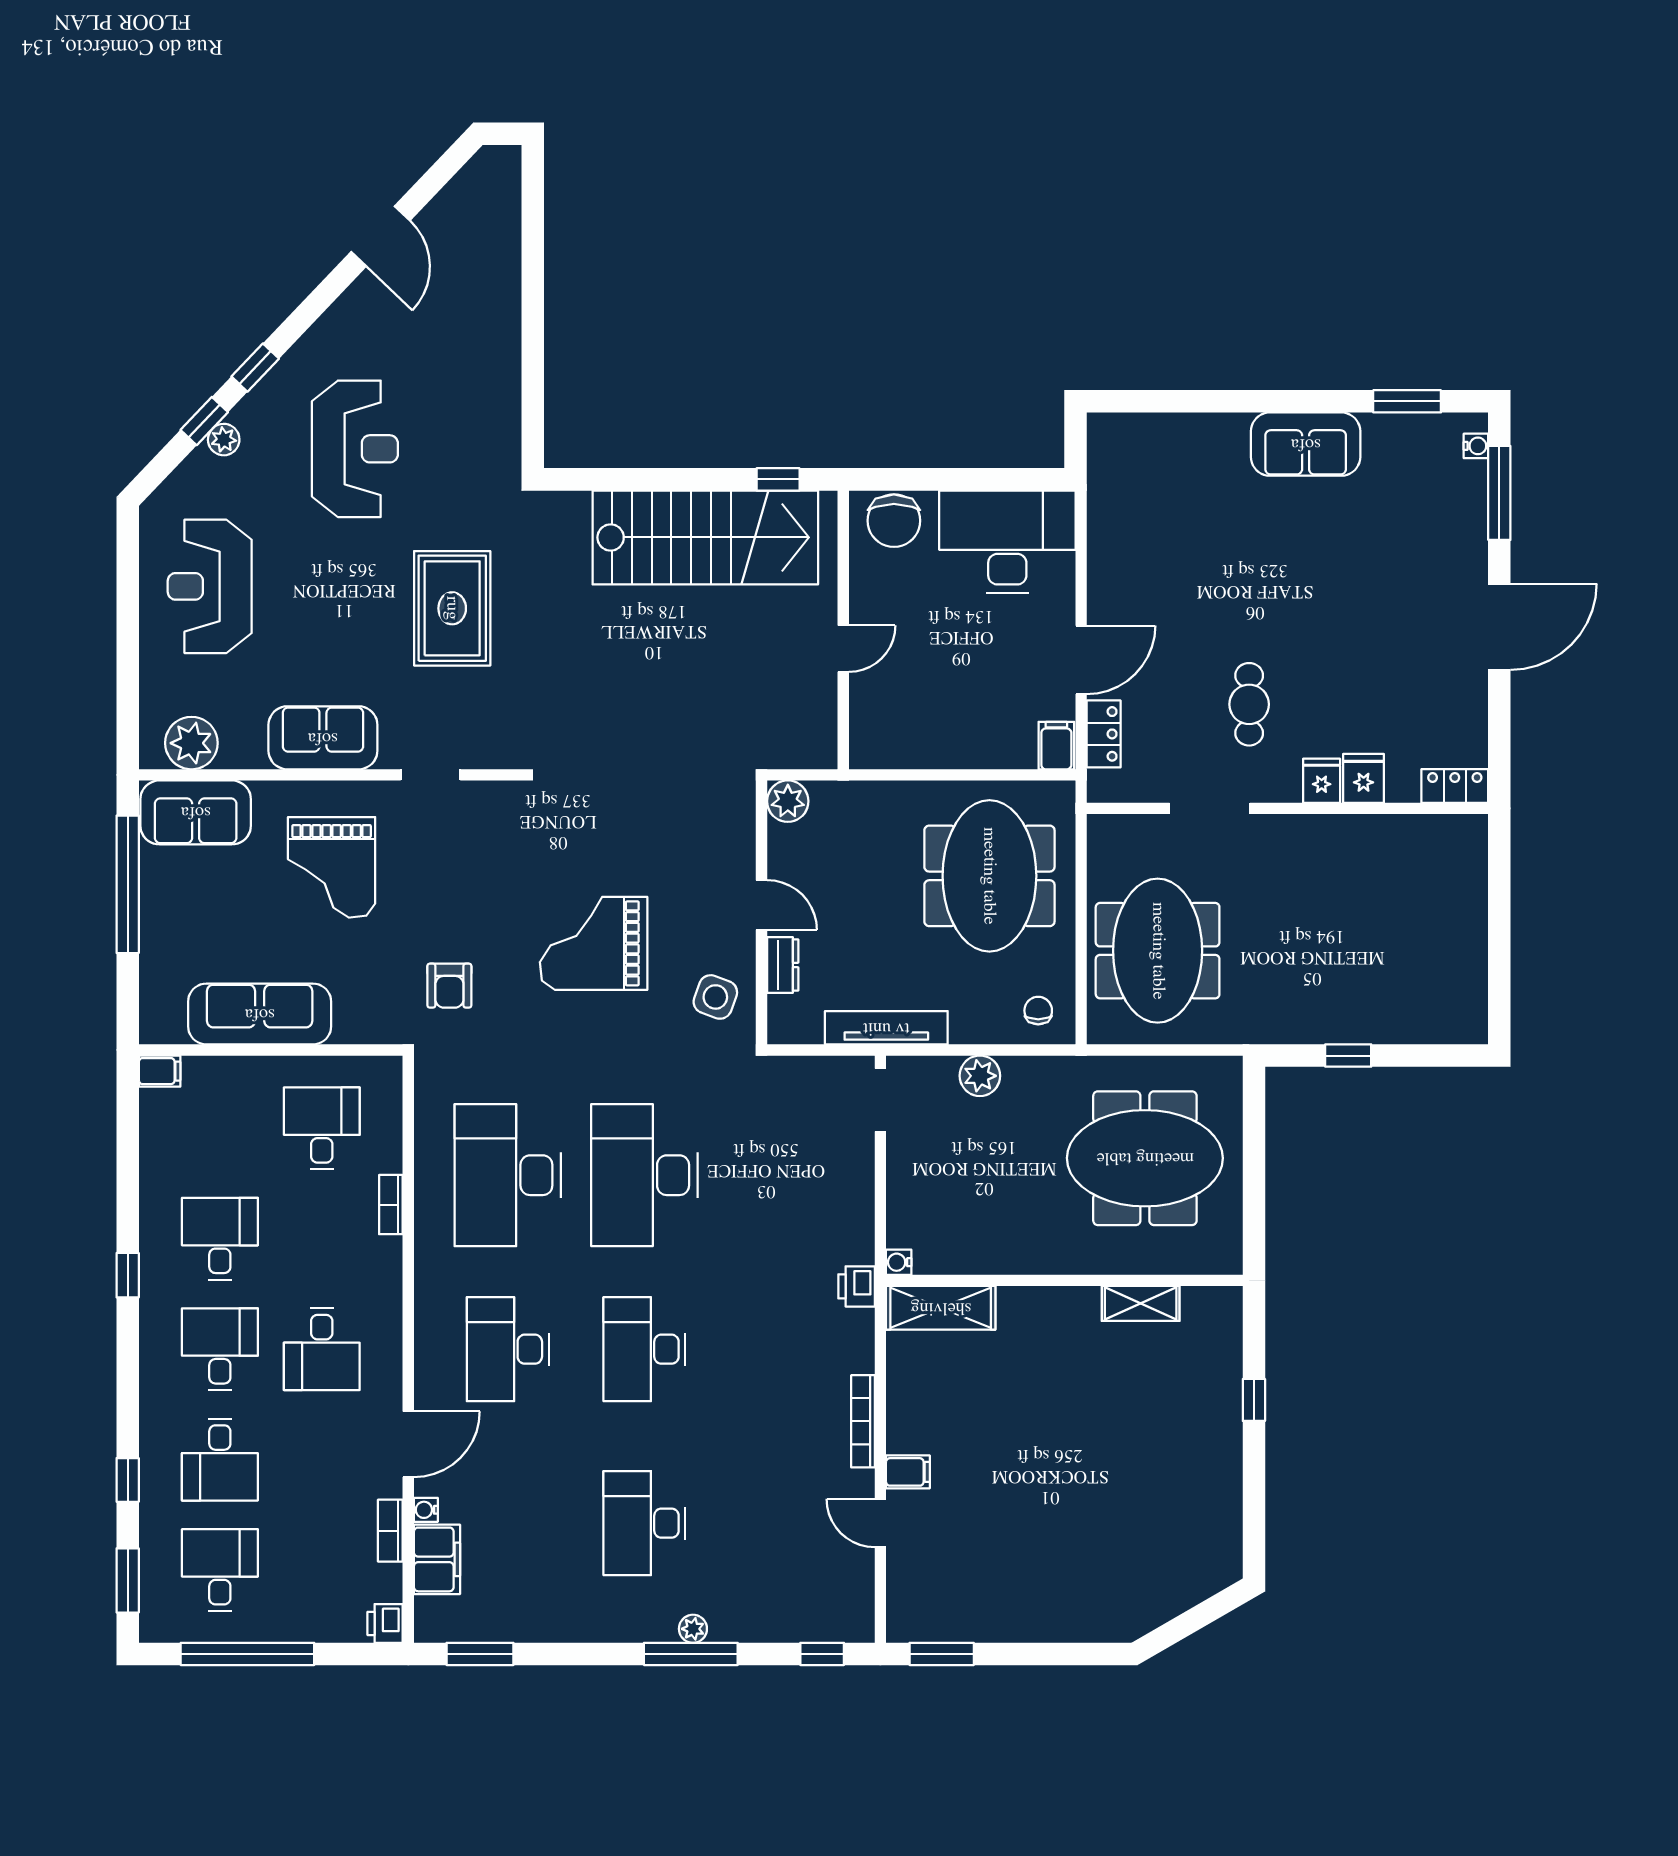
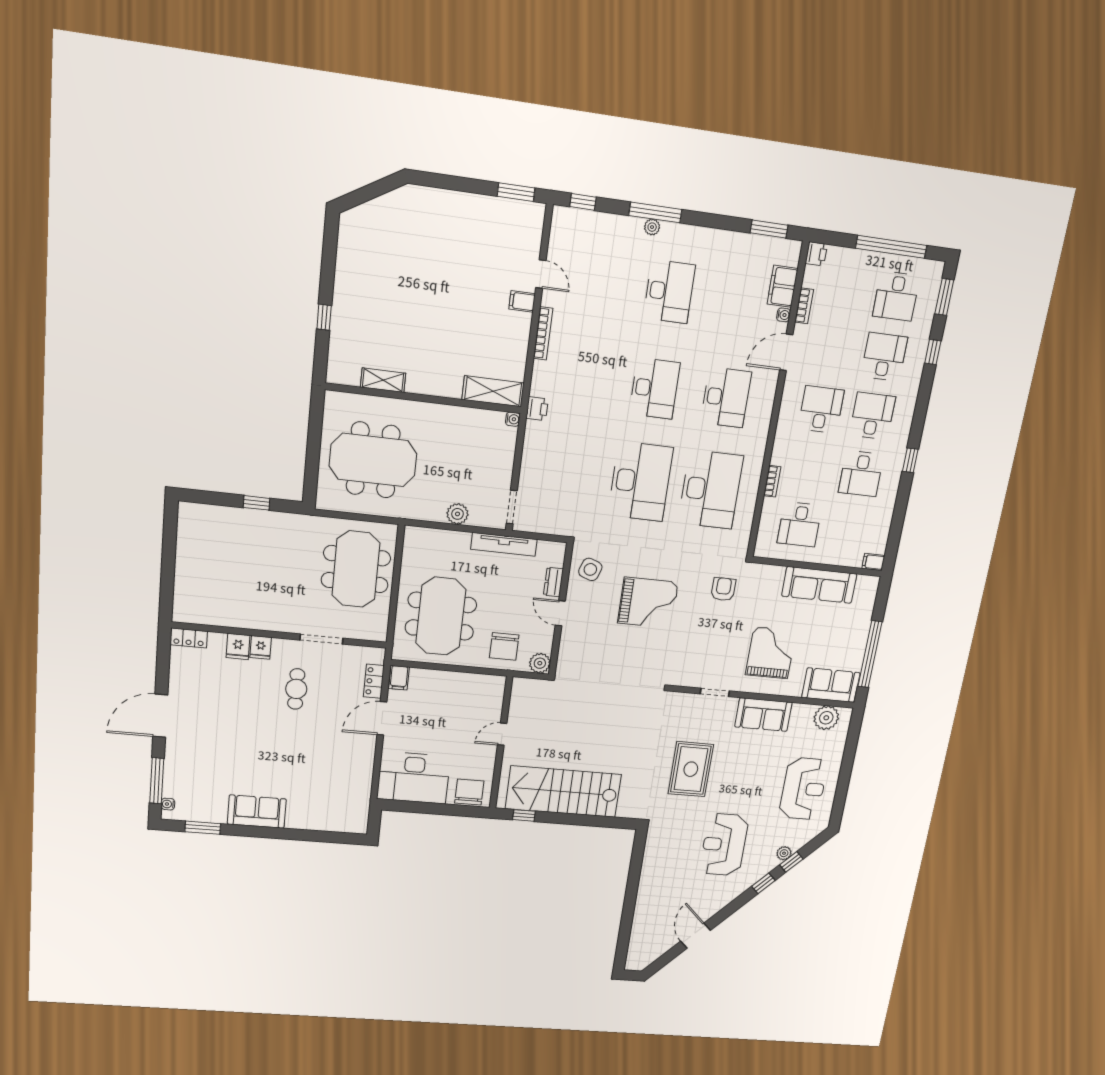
chair: (1038, 1011) -> (504, 646), moved, width x1.87, depth x1.87
desk: (220, 1349) -> (872, 416), turned 180

